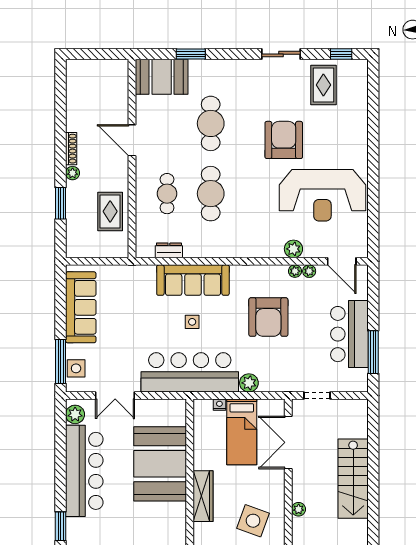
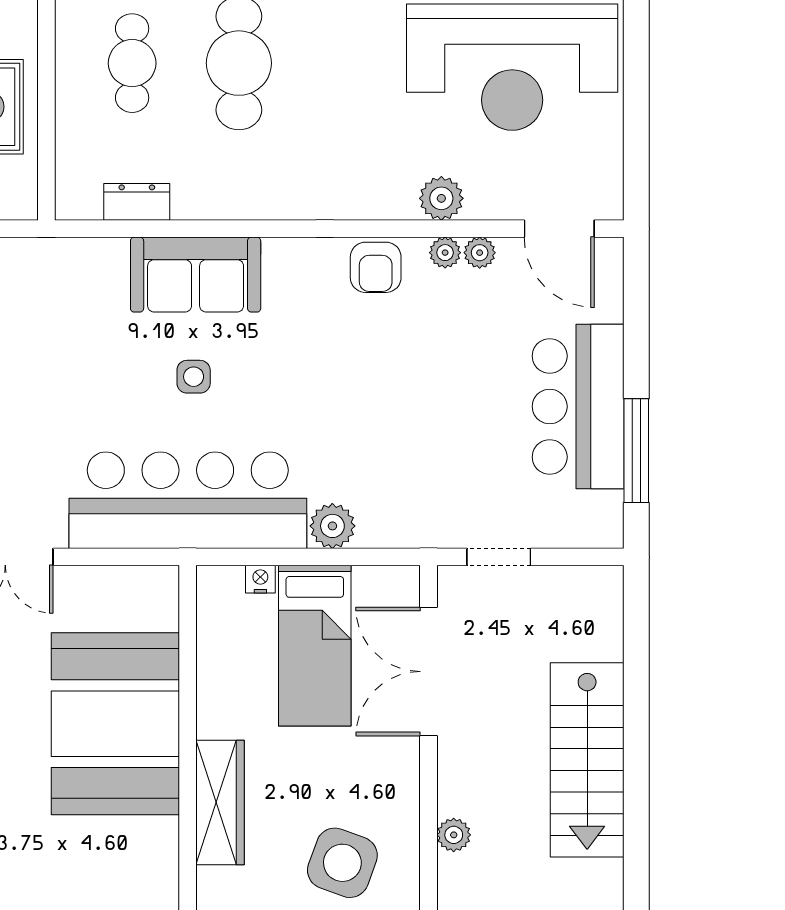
sofa: (193, 280) -> (196, 275), width x0.73
armchair: (268, 317) -> (376, 267), moved, width x0.53, depth x0.53

